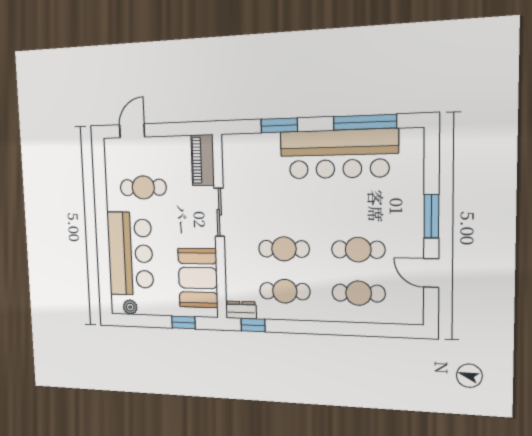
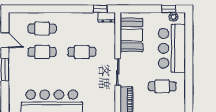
cafe table: (285, 291) -> (82, 29), removed
window: (183, 322) -> (169, 9), moved

